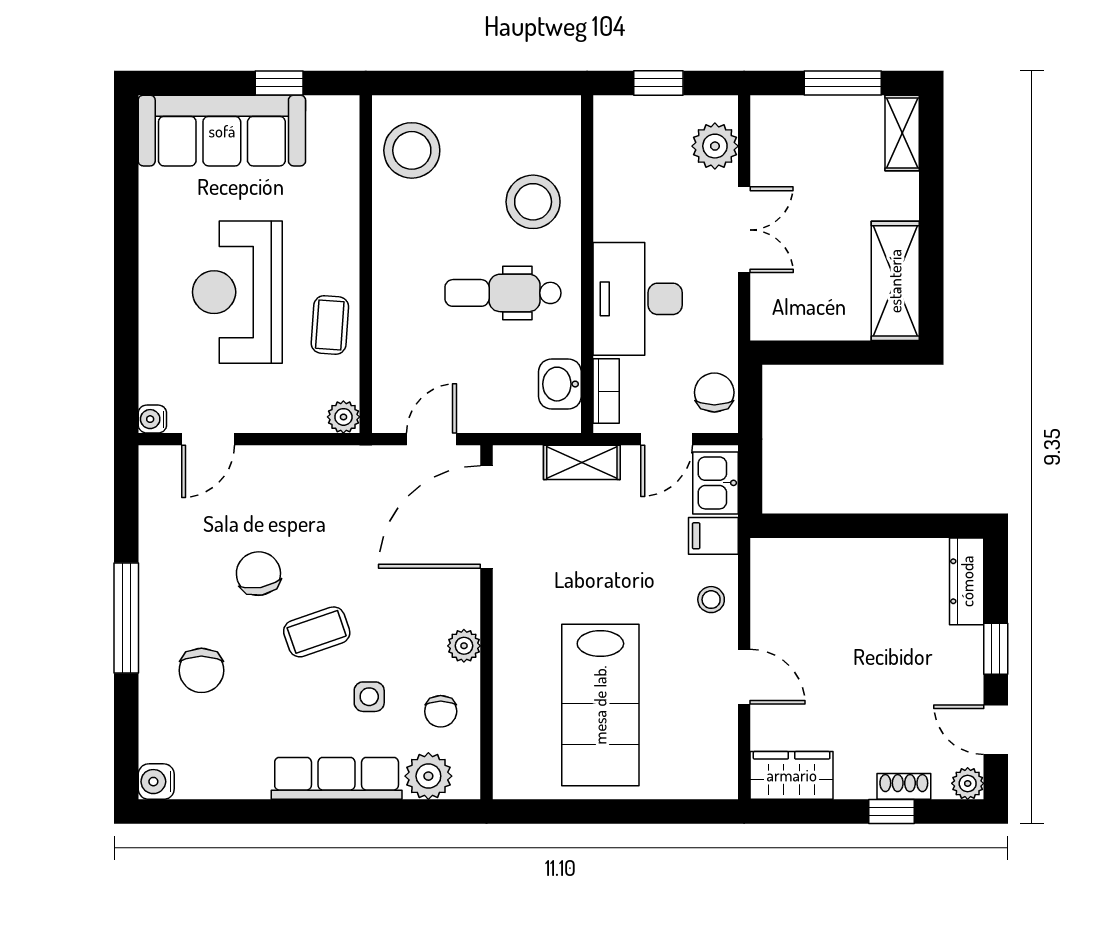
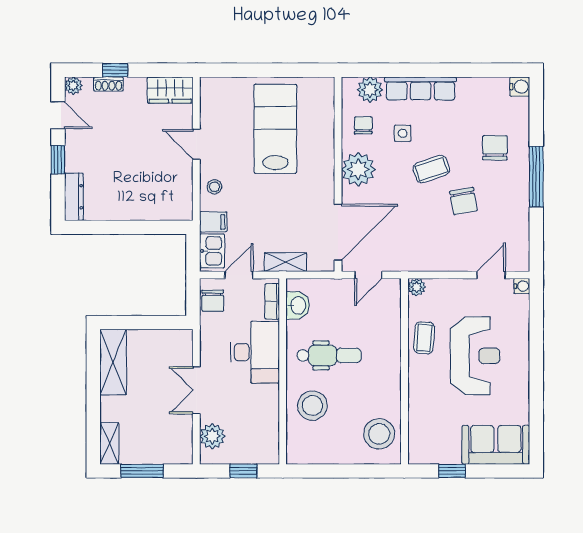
sofa: (222, 131) -> (496, 445), width x0.73
plant: (464, 646) -> (358, 169), width x1.87, depth x1.87

